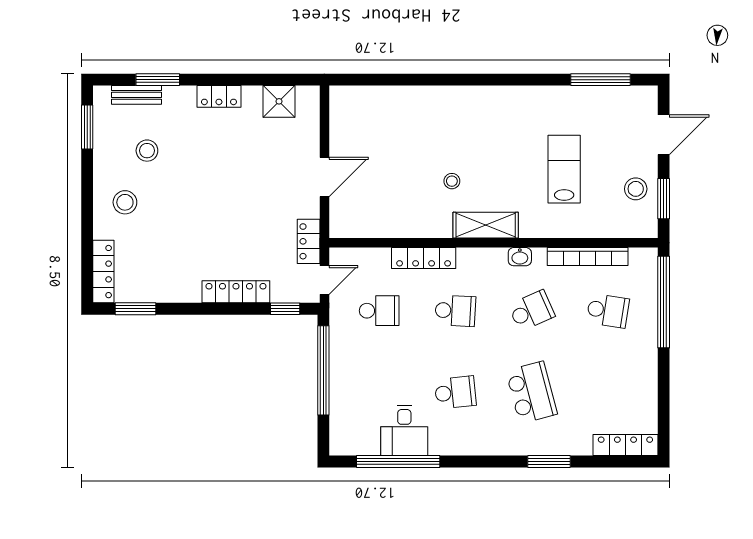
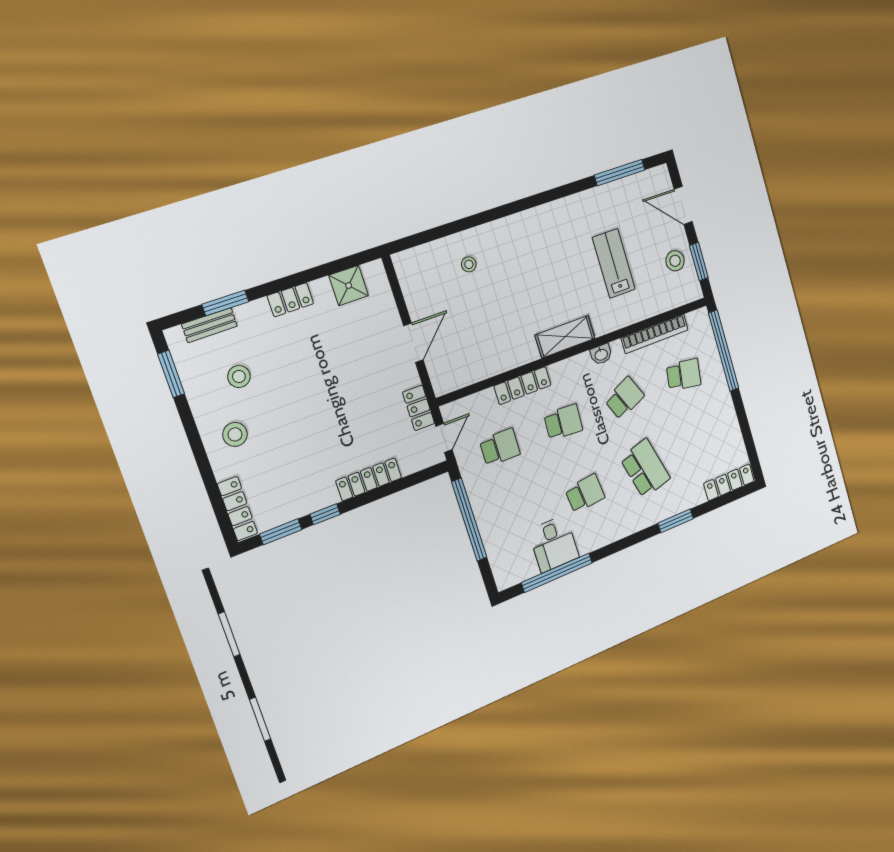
door: (664, 135) -> (683, 205), swing flipped
stool: (452, 181) -> (469, 264), moved
window: (285, 309) -> (325, 514), moved

